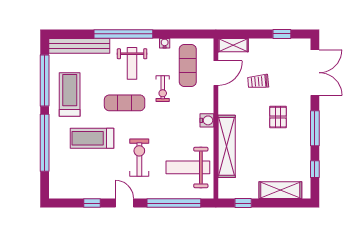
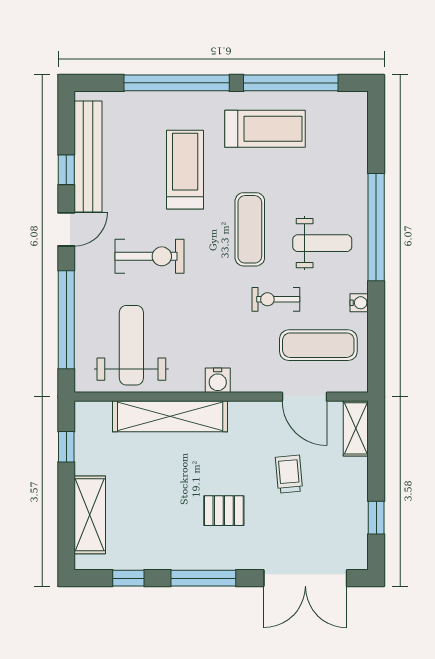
bench: (79, 46) -> (88, 156), moved
weight bench: (132, 63) -> (322, 243), turned 180

